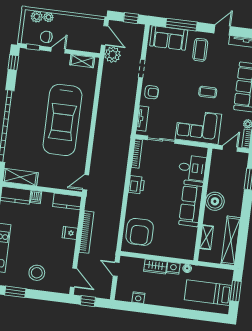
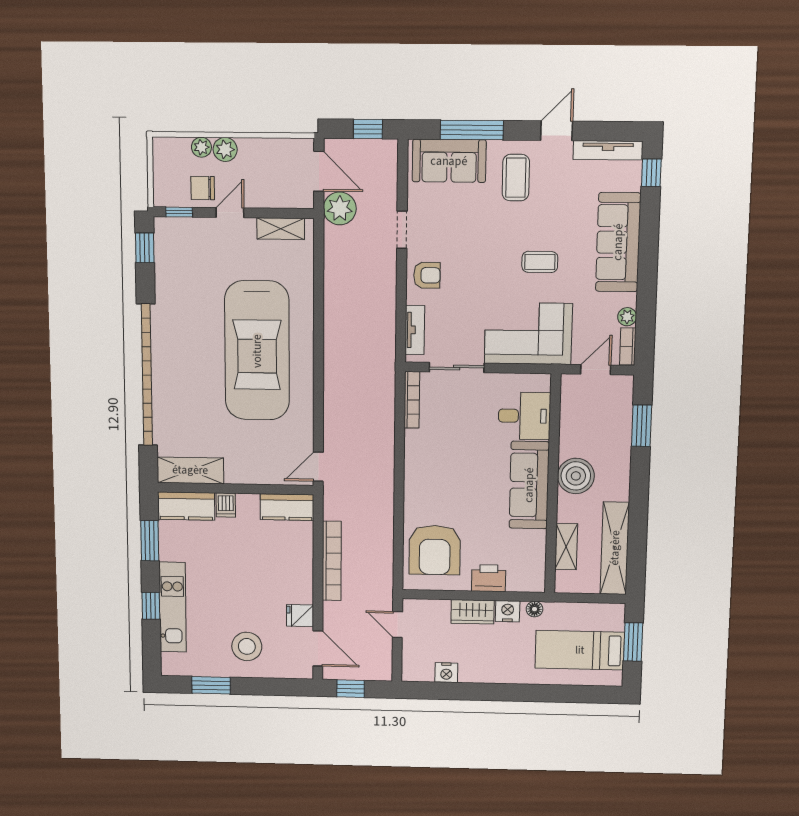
plant: (37, 17) -> (225, 149), moved
printer: (136, 185) -> (489, 578), moved, turned -90
fridge: (70, 233) -> (300, 616), moved

